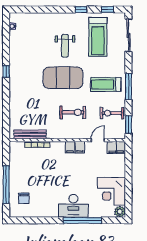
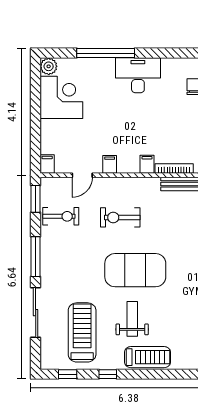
sliding door: (128, 35) -> (36, 313), moved
treadmill: (106, 84) -> (148, 357), moved
filing cabinet: (70, 147) -> (147, 164), moved
filing cabinet: (116, 147) -> (47, 164), width x0.50
desk: (73, 206) -> (138, 75), moved

